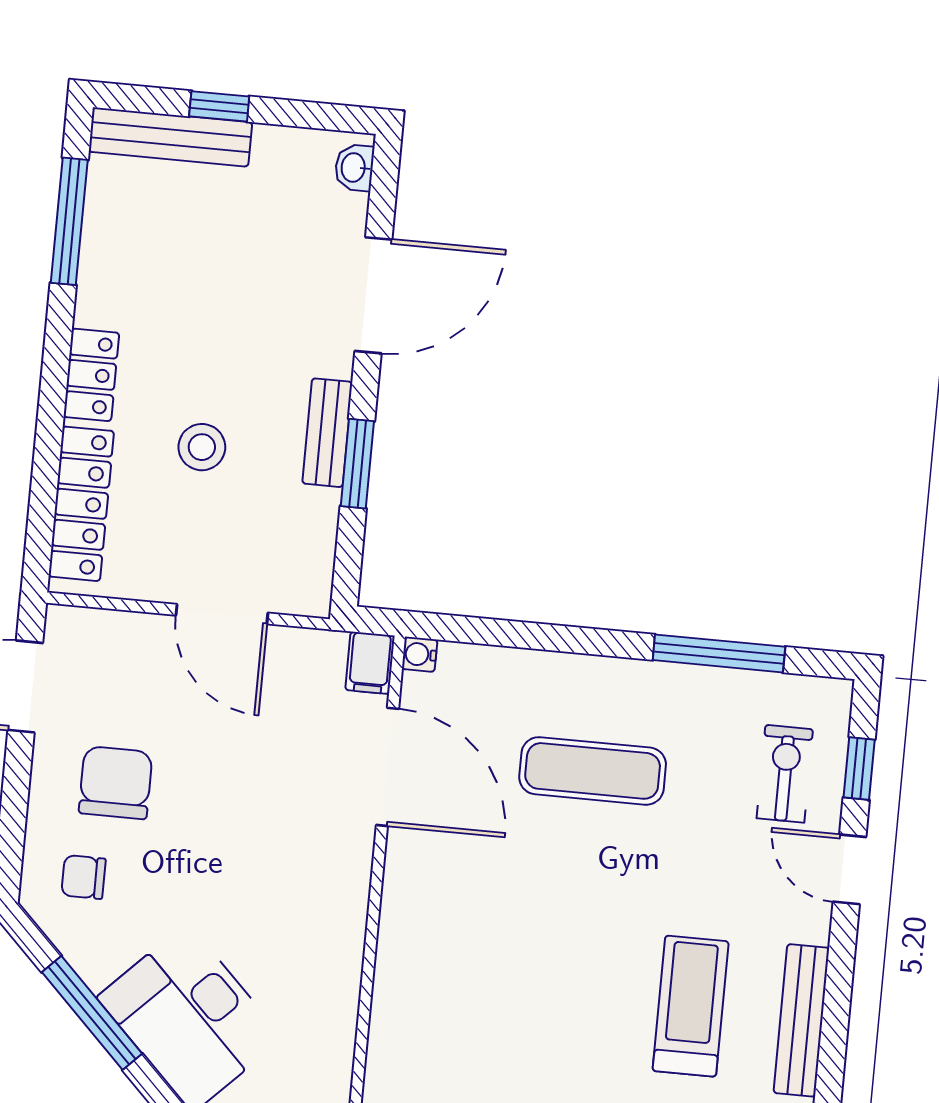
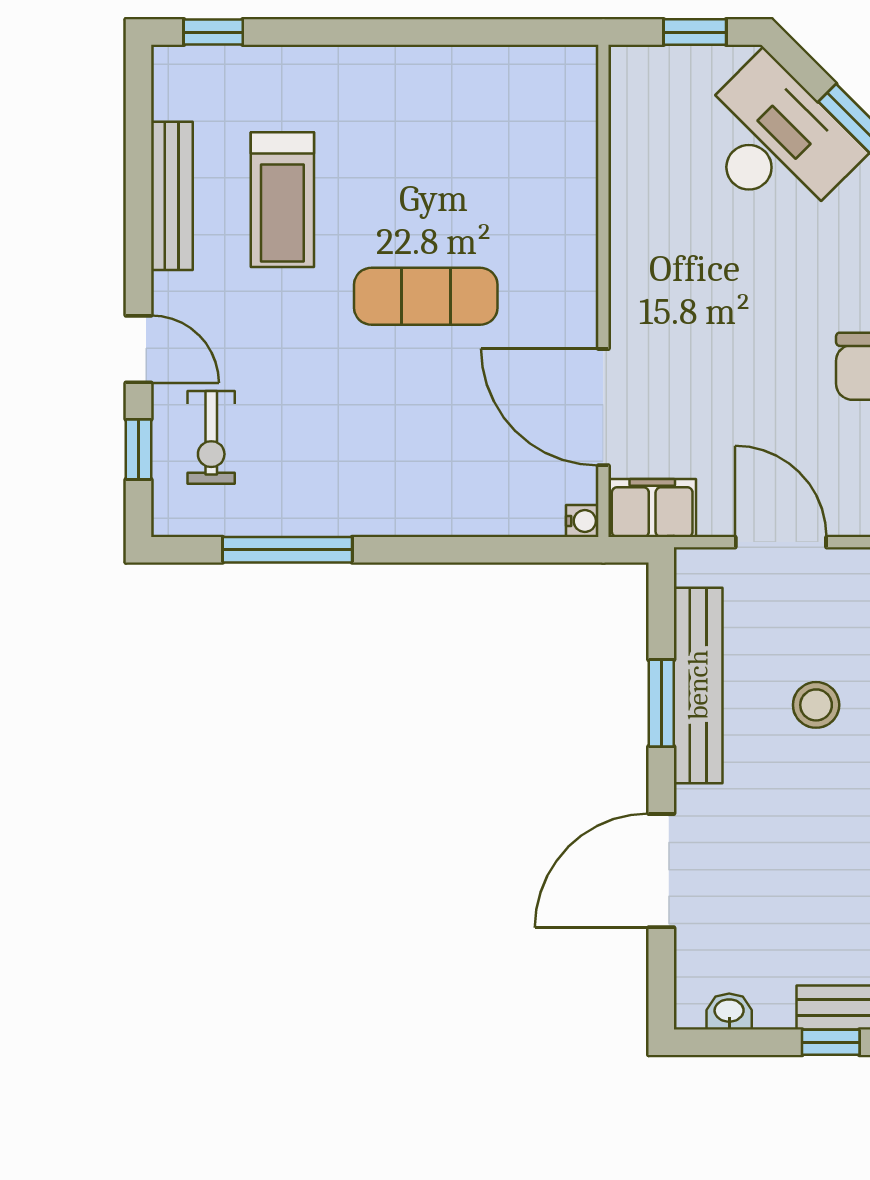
washbasin: (354, 168) -> (729, 1012), moved, turned -90
bench: (327, 433) -> (698, 685), width x1.86, depth x1.21
filing cabinet: (370, 663) -> (652, 508), width x2.00
exercise mat: (593, 771) -> (426, 296), moved

